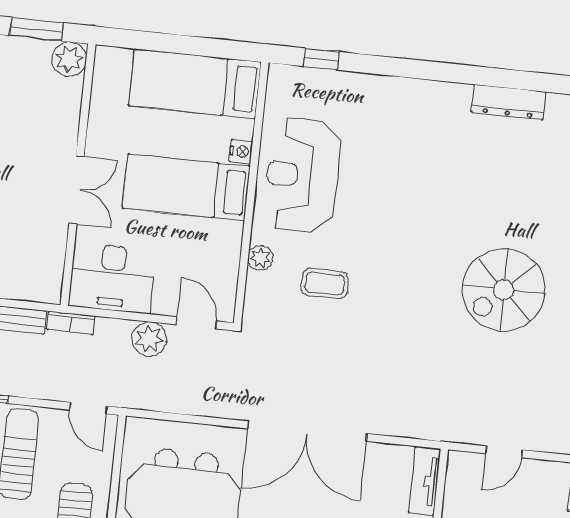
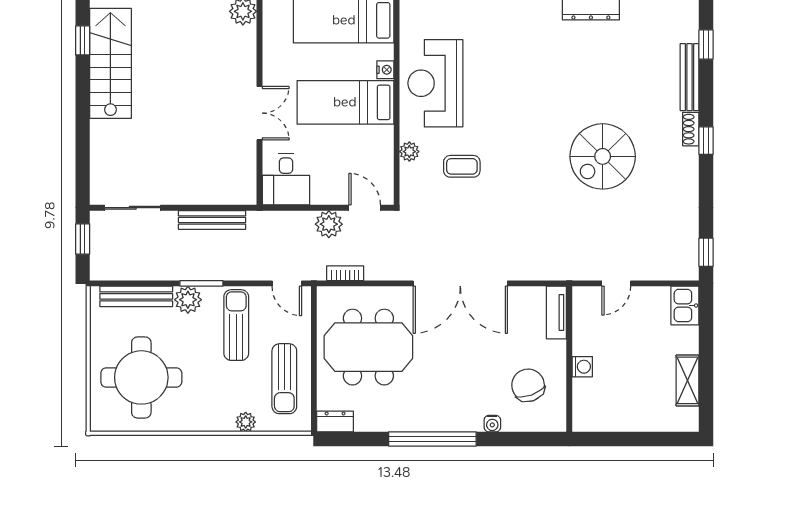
desk: (112, 278) -> (286, 179), width x0.73
bookcase: (71, 323) -> (345, 273), moved, turned 180

